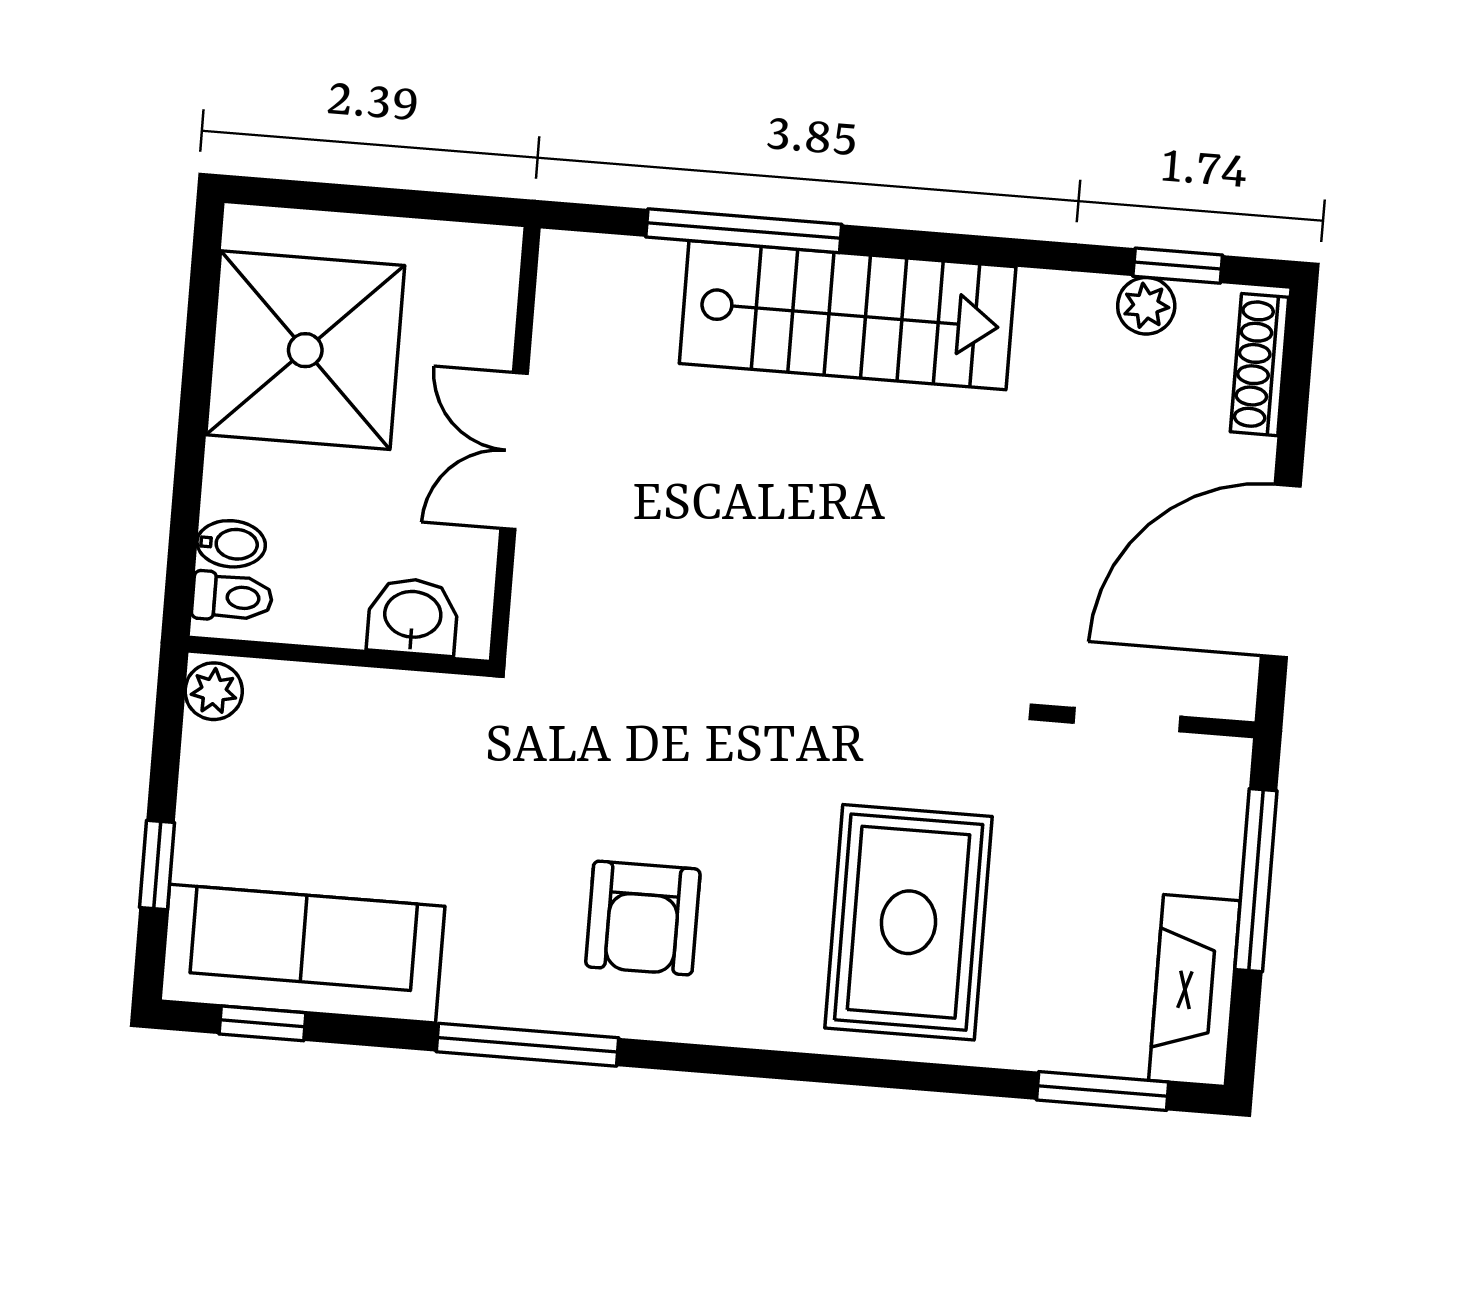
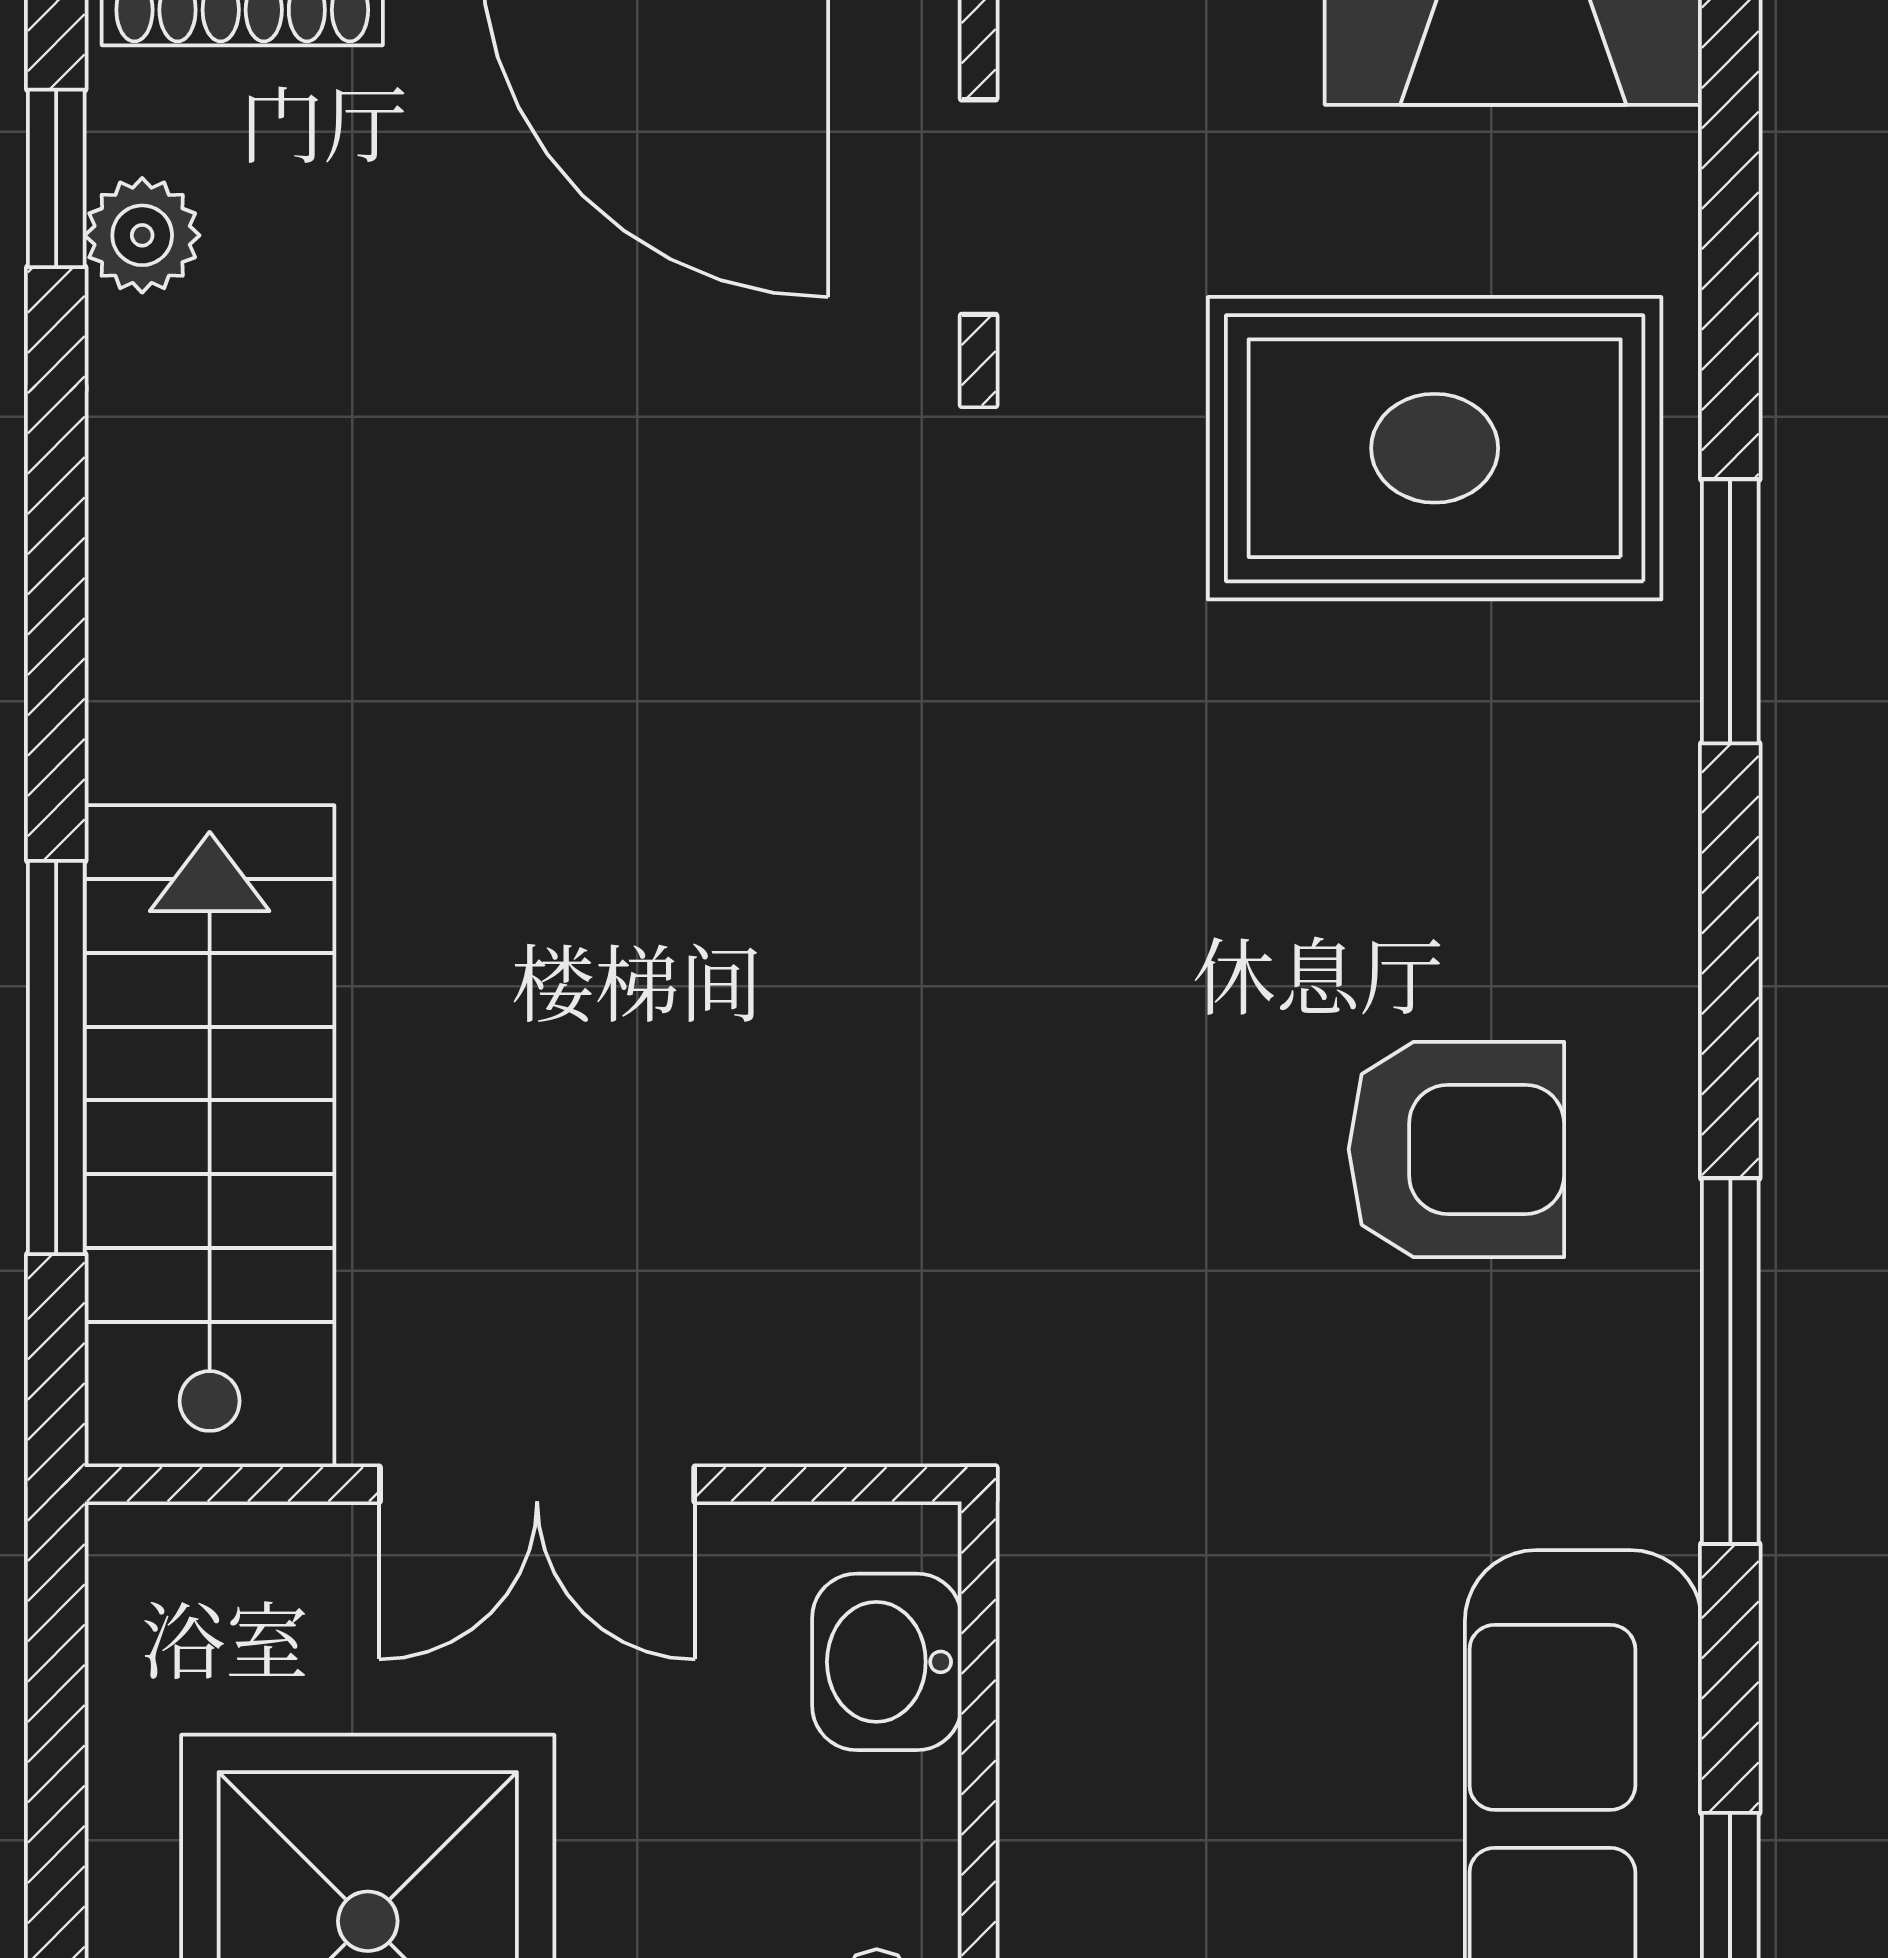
stairs: (848, 315) -> (210, 1136), moved
rug: (909, 922) -> (1435, 448), moved
window: (1103, 1091) -> (1730, 611), moved

